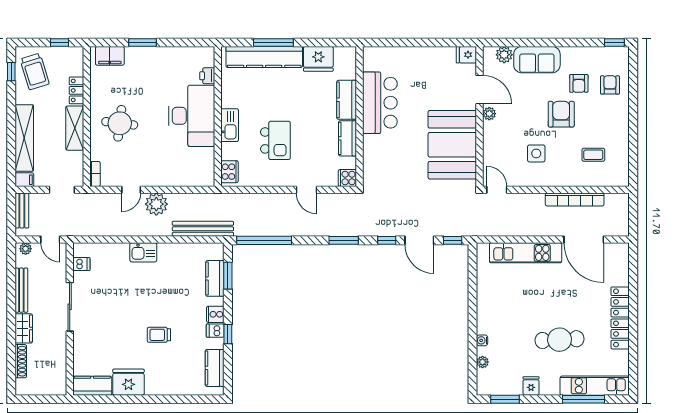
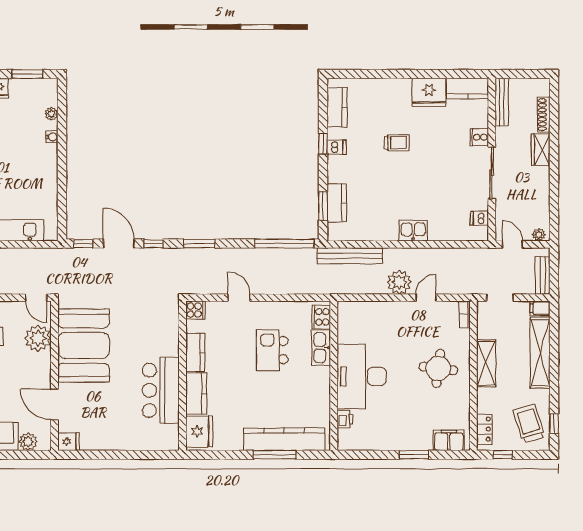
fridge: (318, 59) -> (199, 431), moved, turned 90
locker: (76, 90) -> (484, 429), moved
plant: (489, 114) -> (38, 338), moved, width x1.87, depth x1.87
kitchen sink: (230, 125) -> (321, 348), moved
bench: (21, 290) -> (502, 102), moved
cooker: (215, 314) -> (479, 137), moved, turned 180

